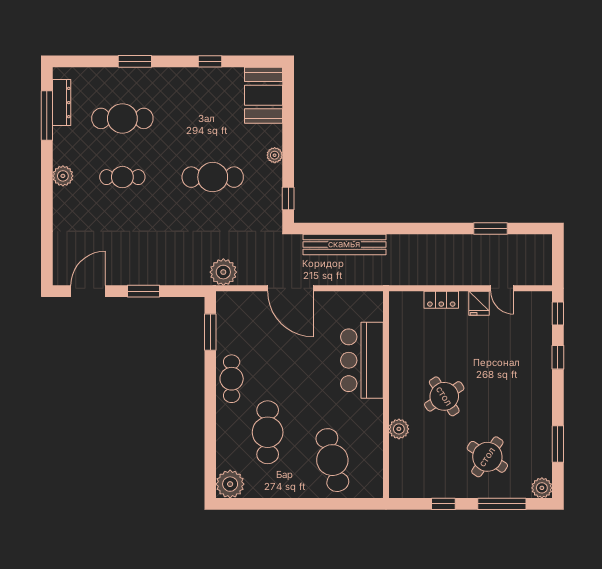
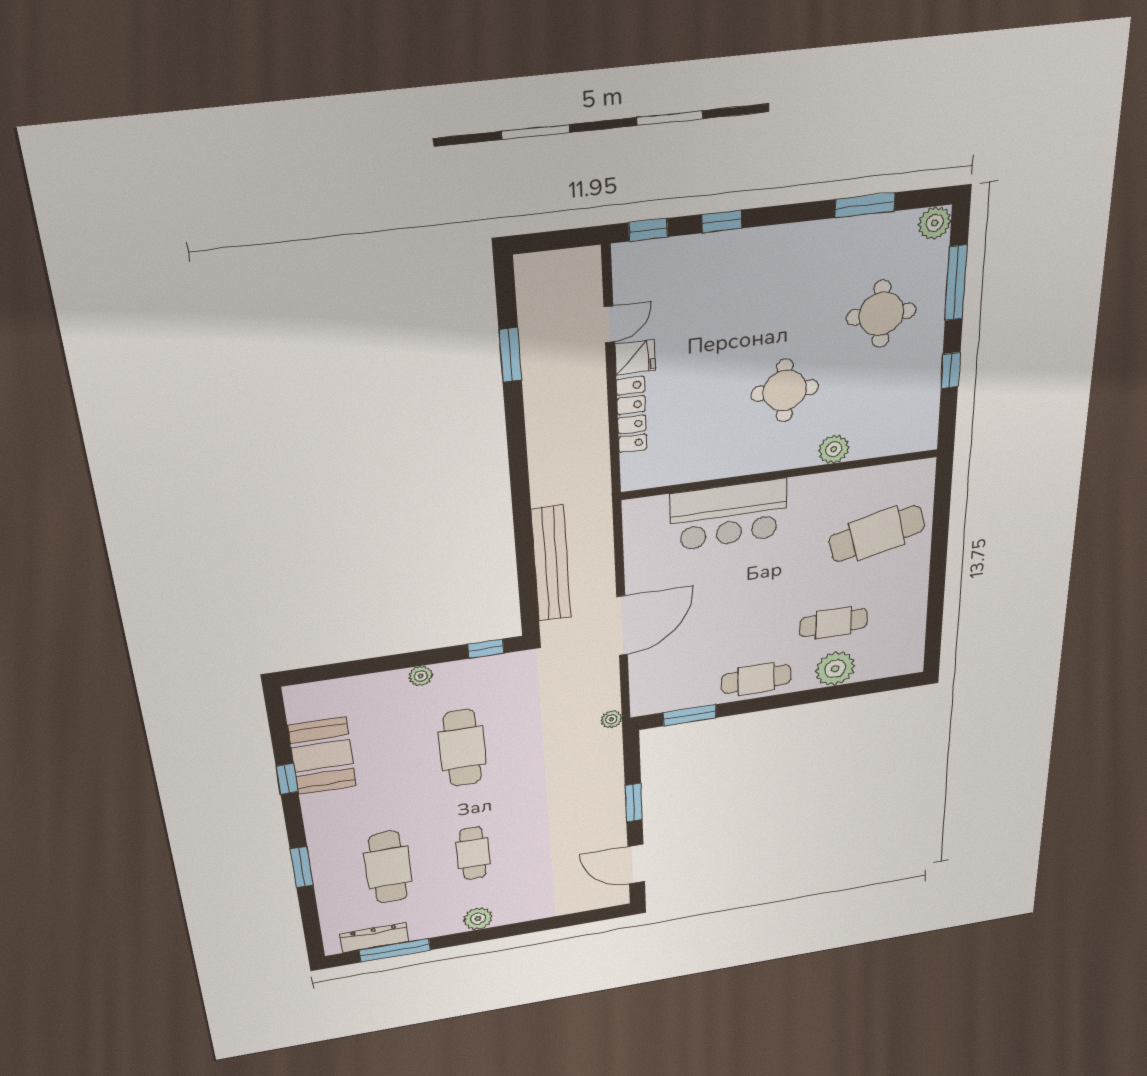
booth: (264, 95) -> (322, 756), moved, turned 90
plant: (223, 272) -> (611, 719), width x0.53, depth x0.53
locker: (441, 300) -> (632, 415), width x1.53
round table: (444, 396) -> (785, 391), turned 33
cafe table: (268, 432) -> (834, 623), width x0.73, depth x0.74
round table: (487, 457) -> (881, 314), turned -34
plant: (230, 484) -> (835, 669), moved

